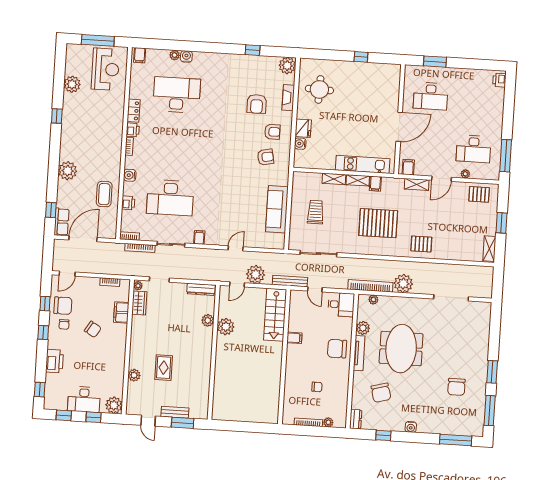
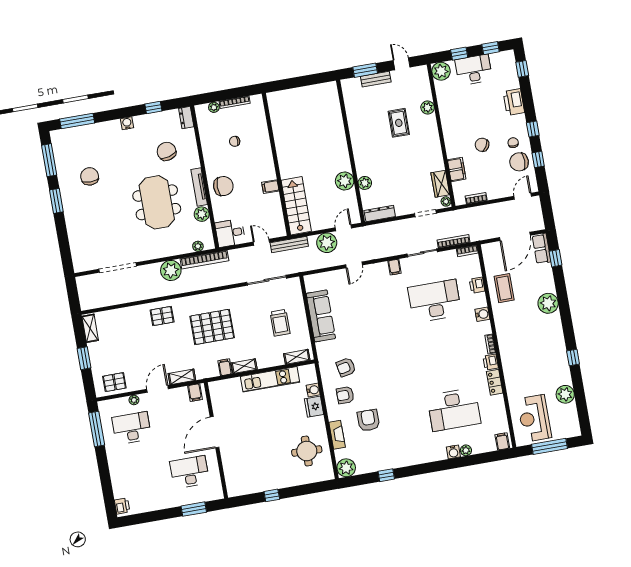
kitchen unit: (363, 164) -> (270, 379), moved
shelving: (334, 179) -> (297, 357), moved

